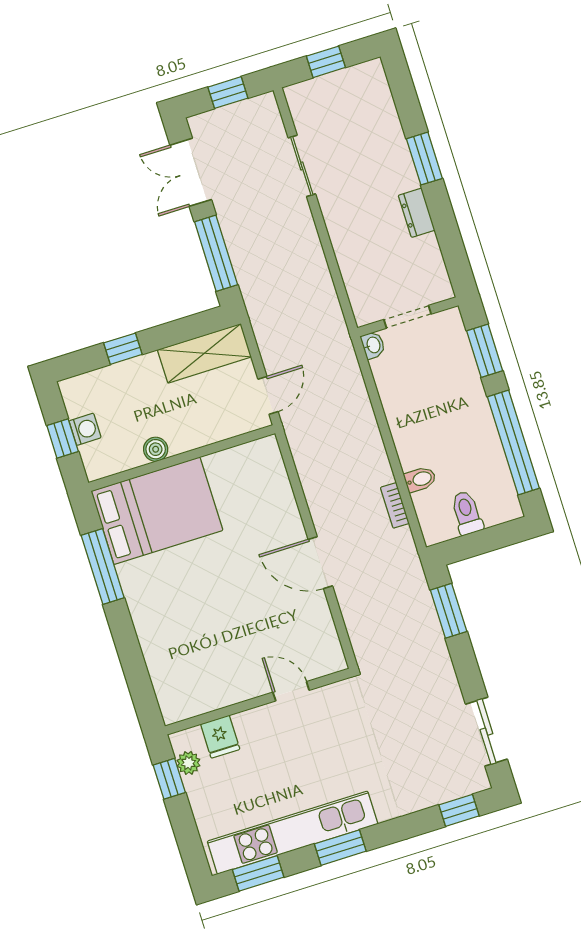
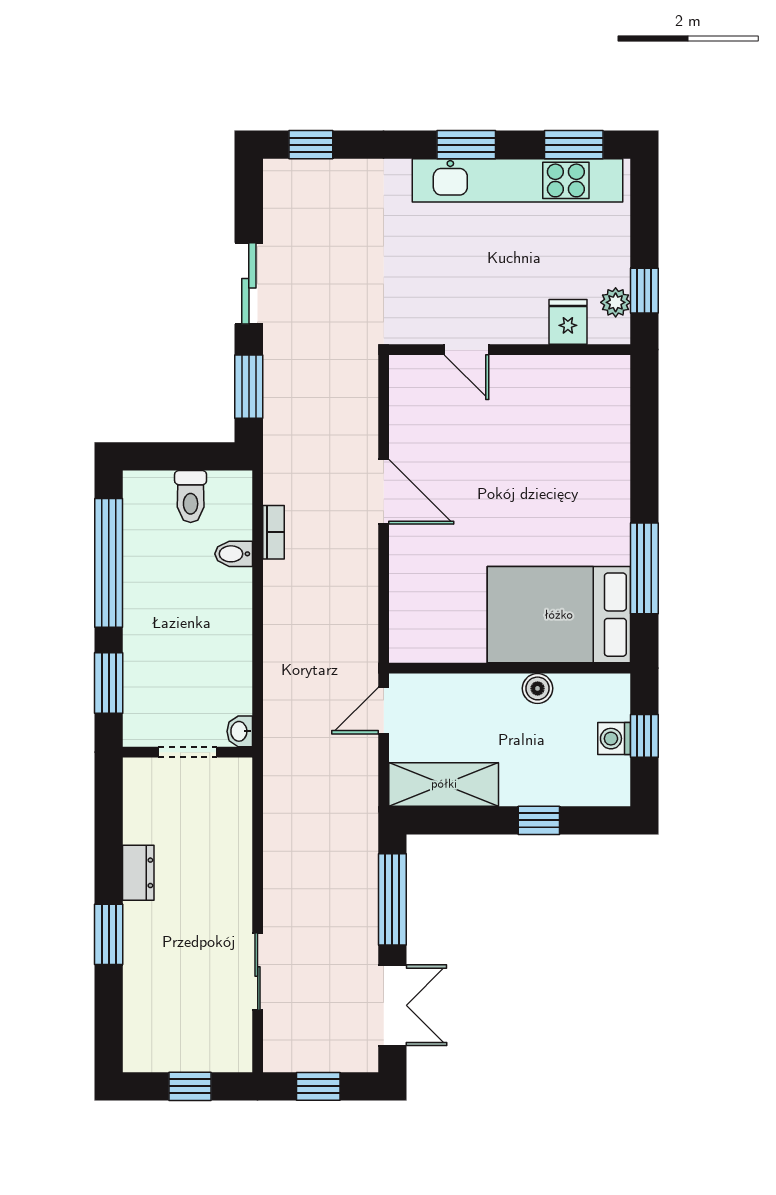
sliding door: (486, 732) -> (249, 283), moved

